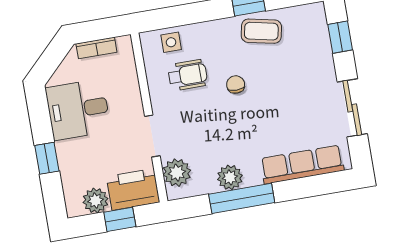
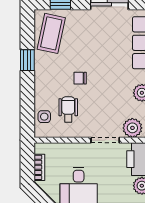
coffee table: (261, 31) -> (51, 33), moved, width x1.36, depth x1.30

